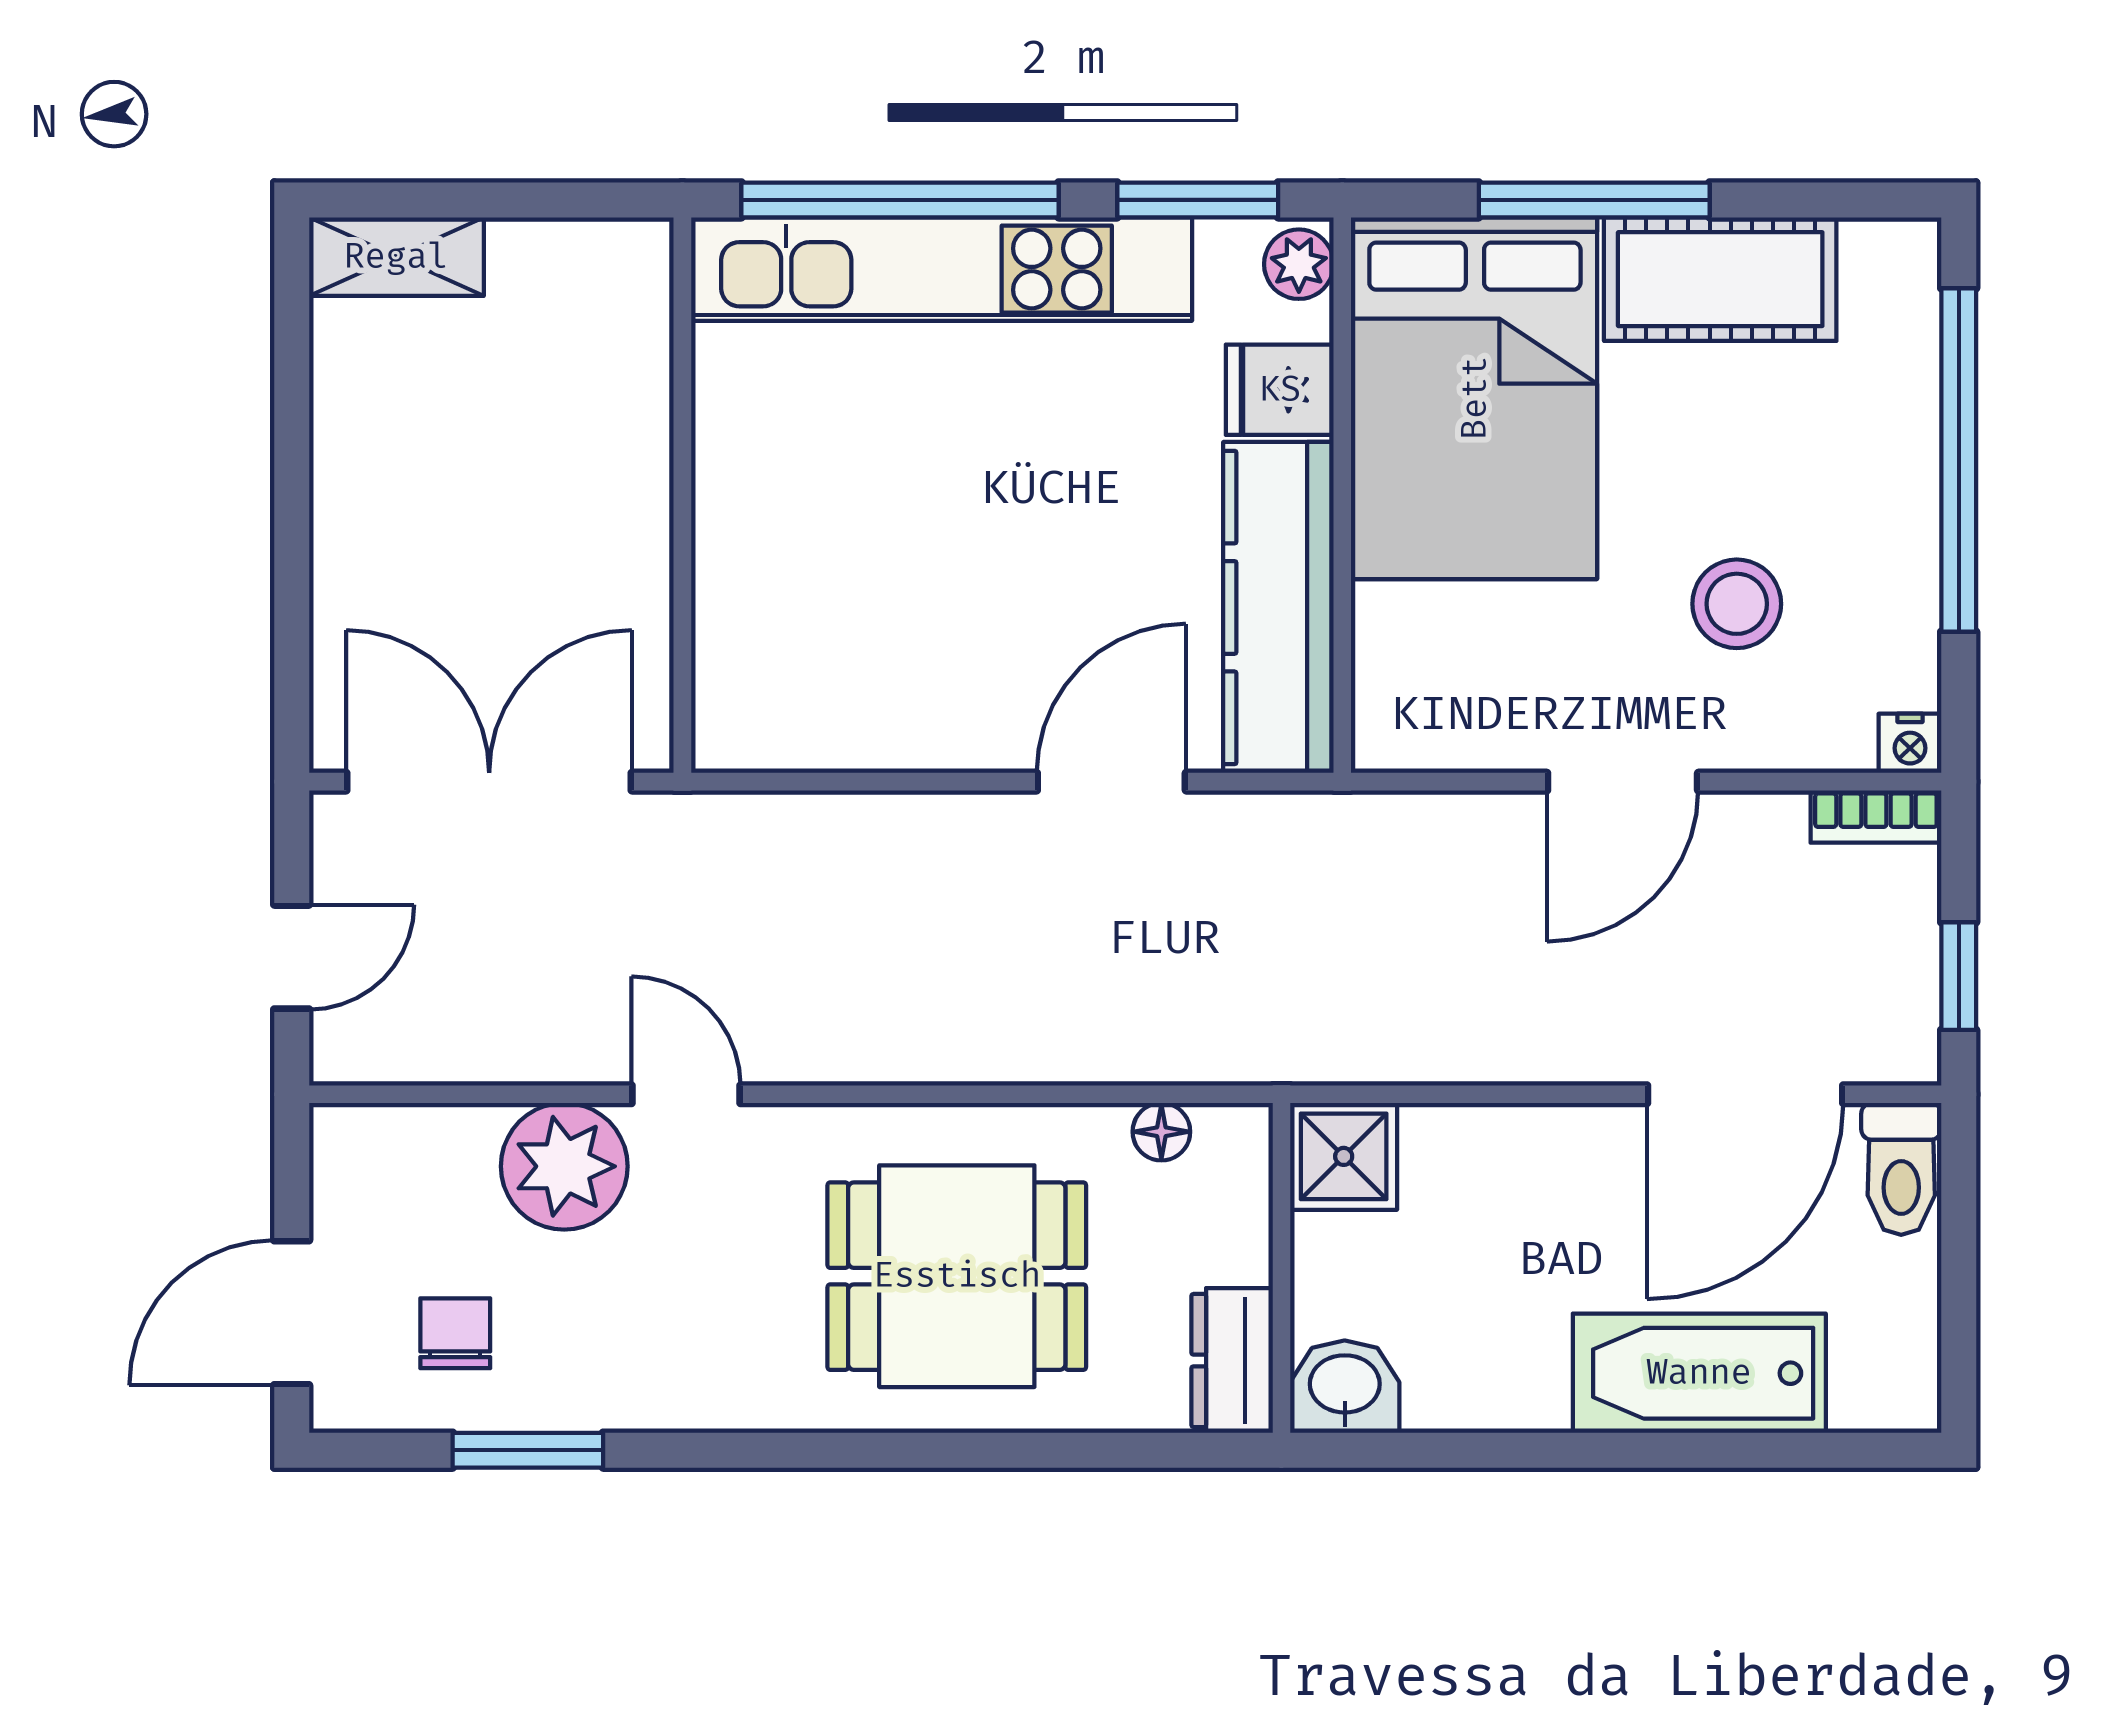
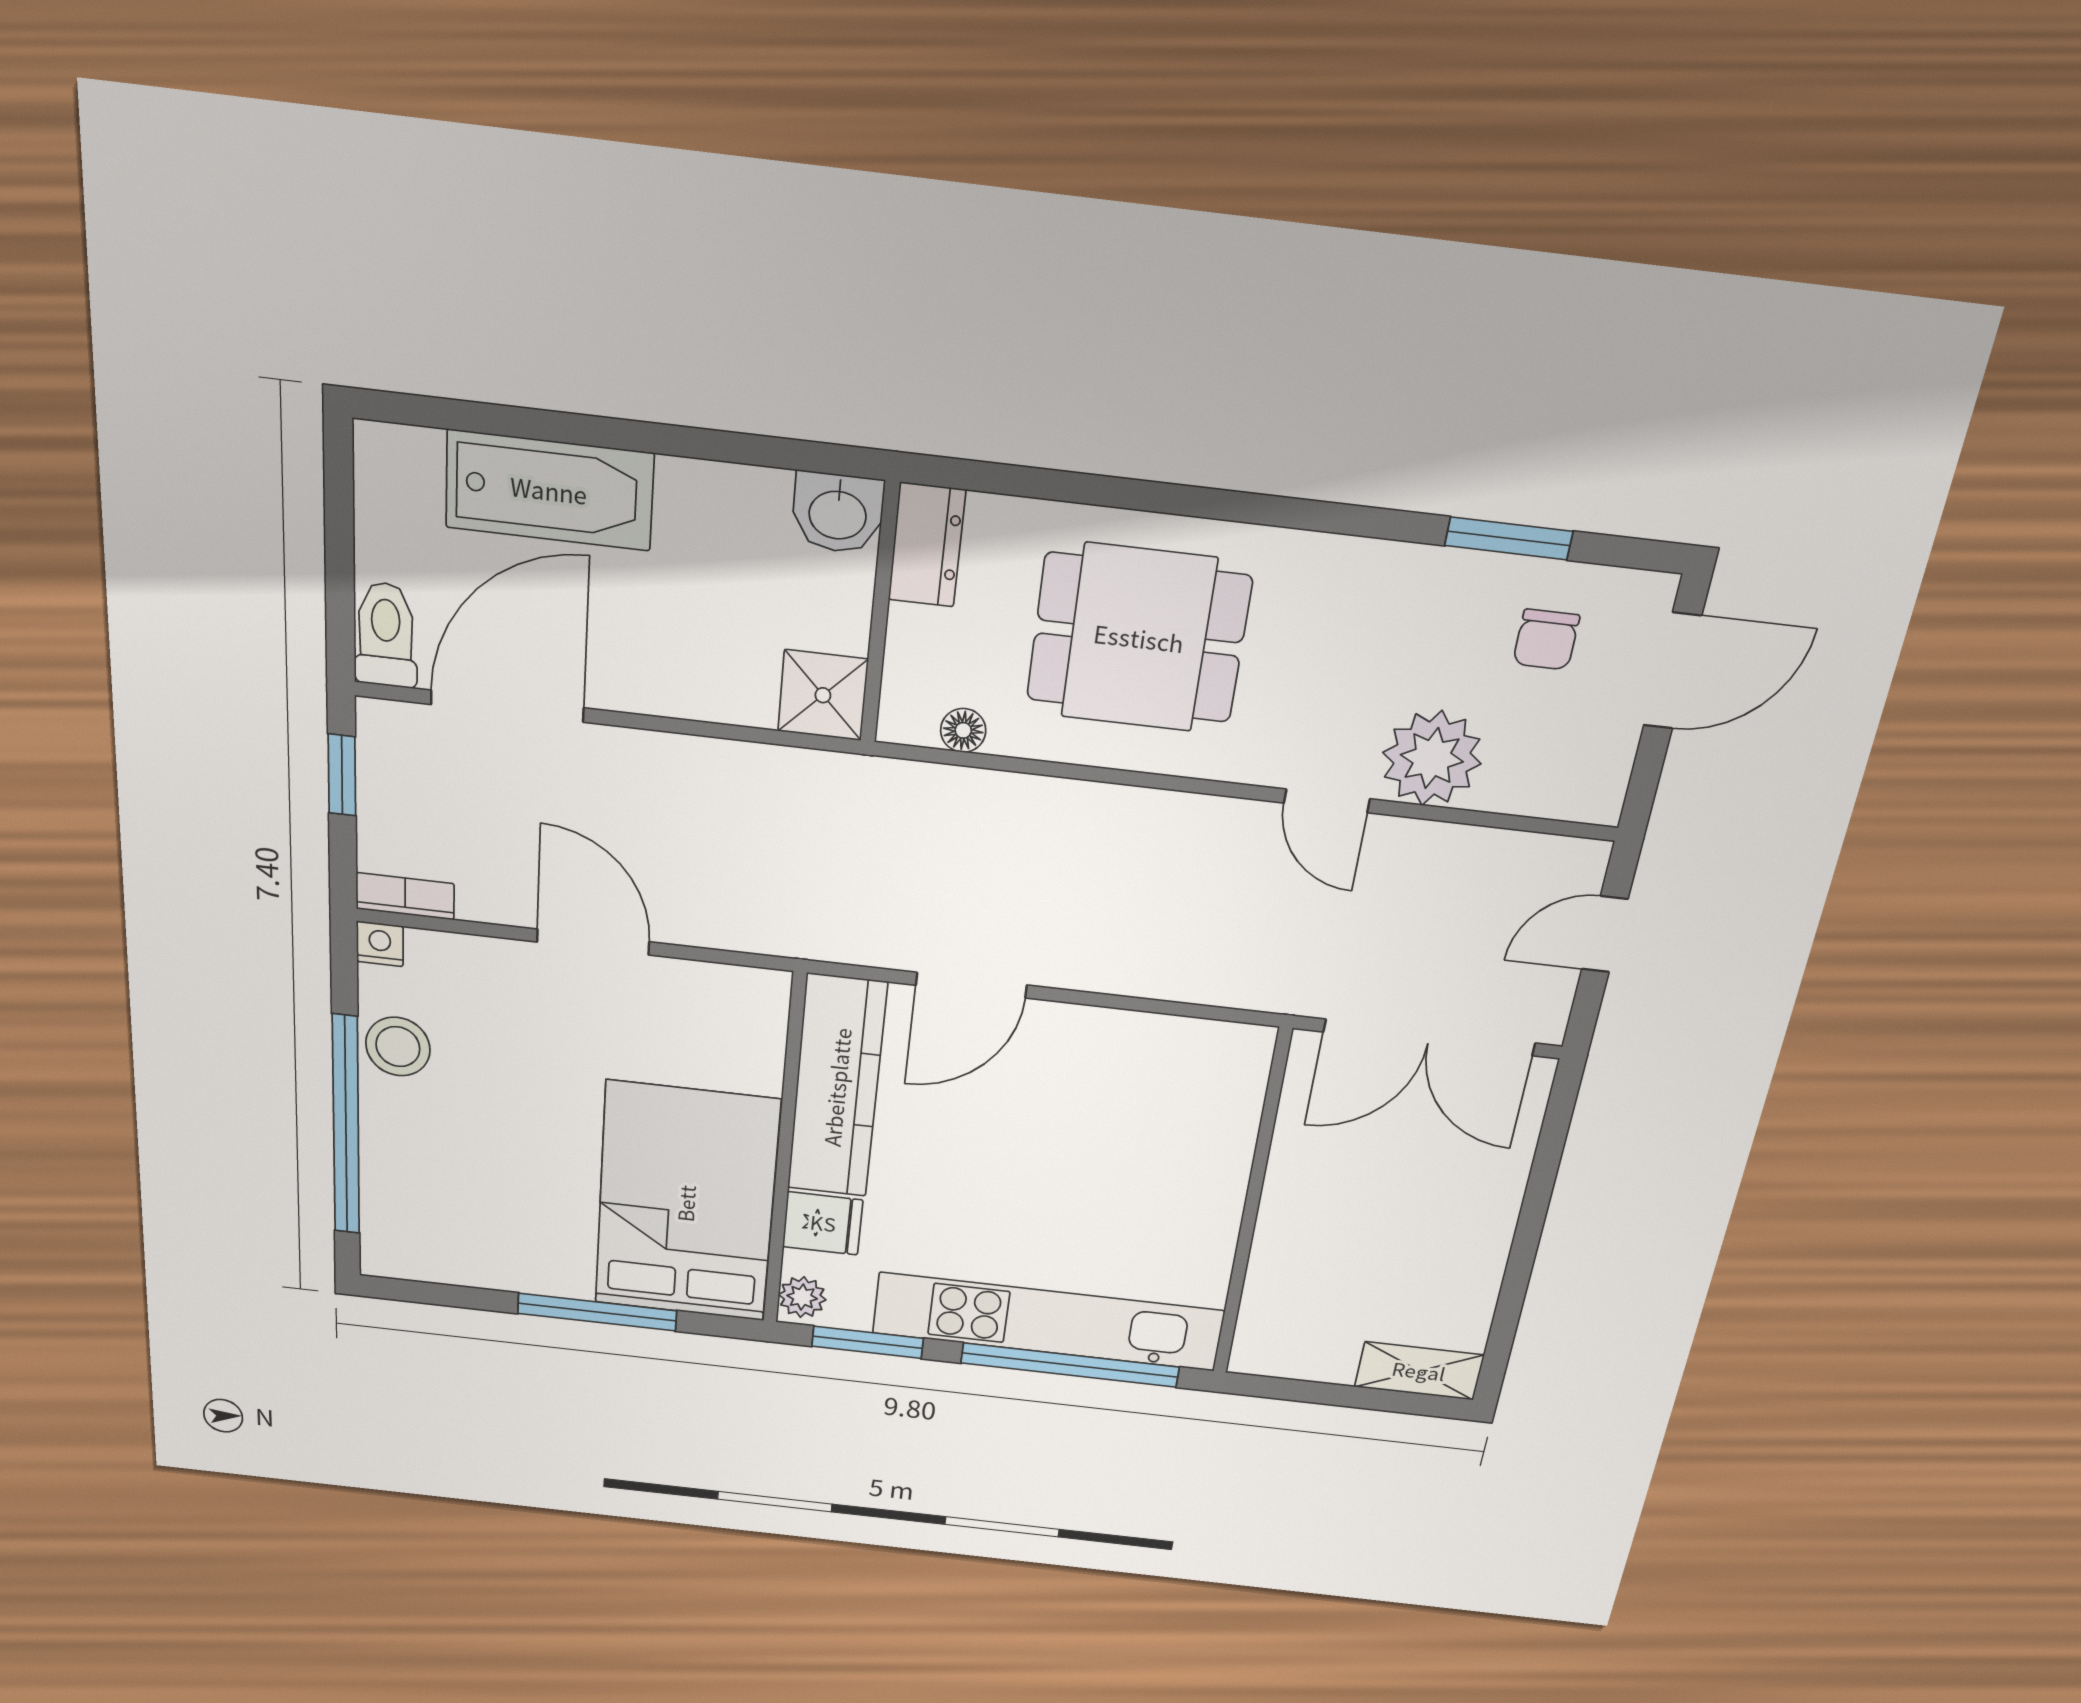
cot: (1720, 279) -> (512, 1256), removed
stool: (1737, 604) -> (398, 1047), moved
door: (1623, 782) -> (593, 942), hinge flipped

